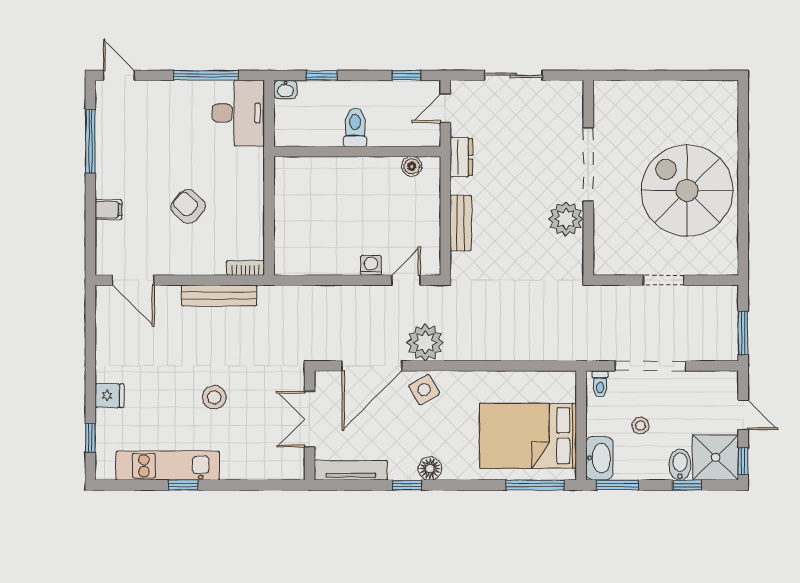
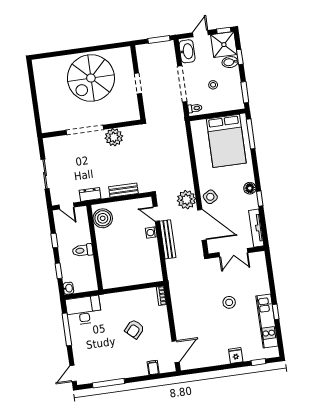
window: (406, 75) -> (54, 241), moved
boiler: (412, 166) -> (103, 218), width x1.86, depth x1.86
filing cabinet: (108, 210) -> (153, 368), moved
bench: (219, 295) -> (168, 239), moved
washbasin: (599, 458) -> (187, 51), moved, turned 90

